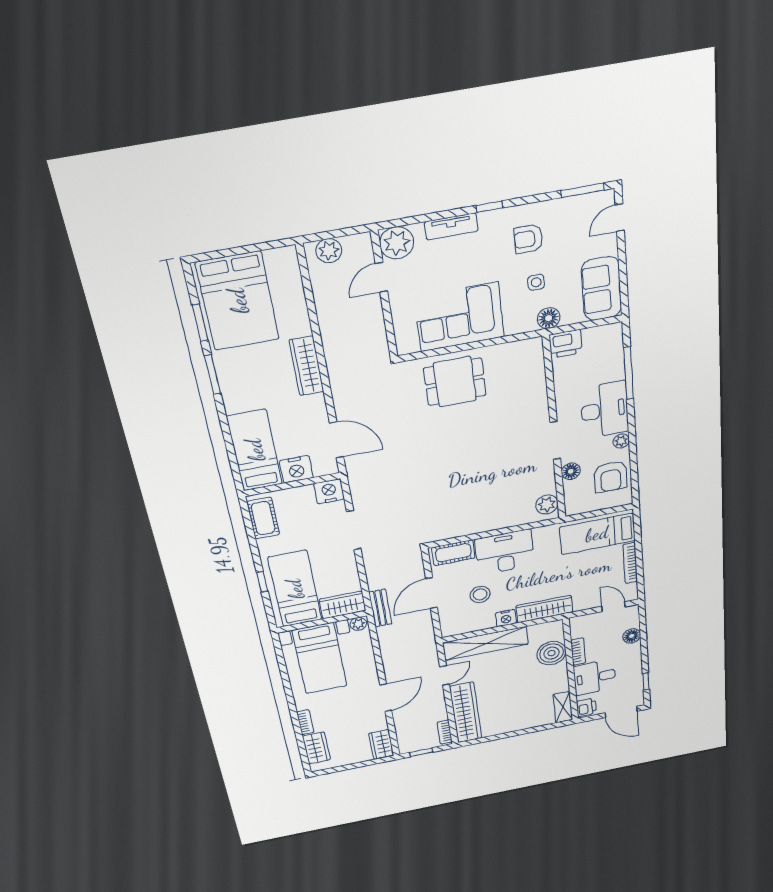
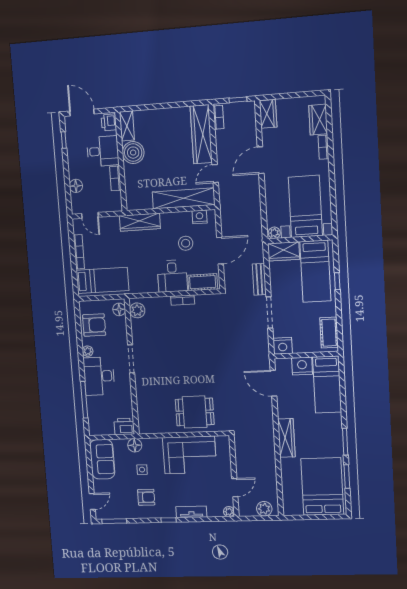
plant: (397, 243) -> (229, 512), width x0.53, depth x0.53
floor lamp: (571, 471) -> (119, 309), moved
armchair: (611, 477) -> (94, 325), turned 90
bookcase: (481, 527) -> (183, 300), added
desk: (505, 552) -> (172, 276), width x0.73
bench: (380, 608) -> (259, 279), moved
nightstand: (506, 618) -> (200, 217), moved
boiler: (552, 653) -> (133, 153), moved

